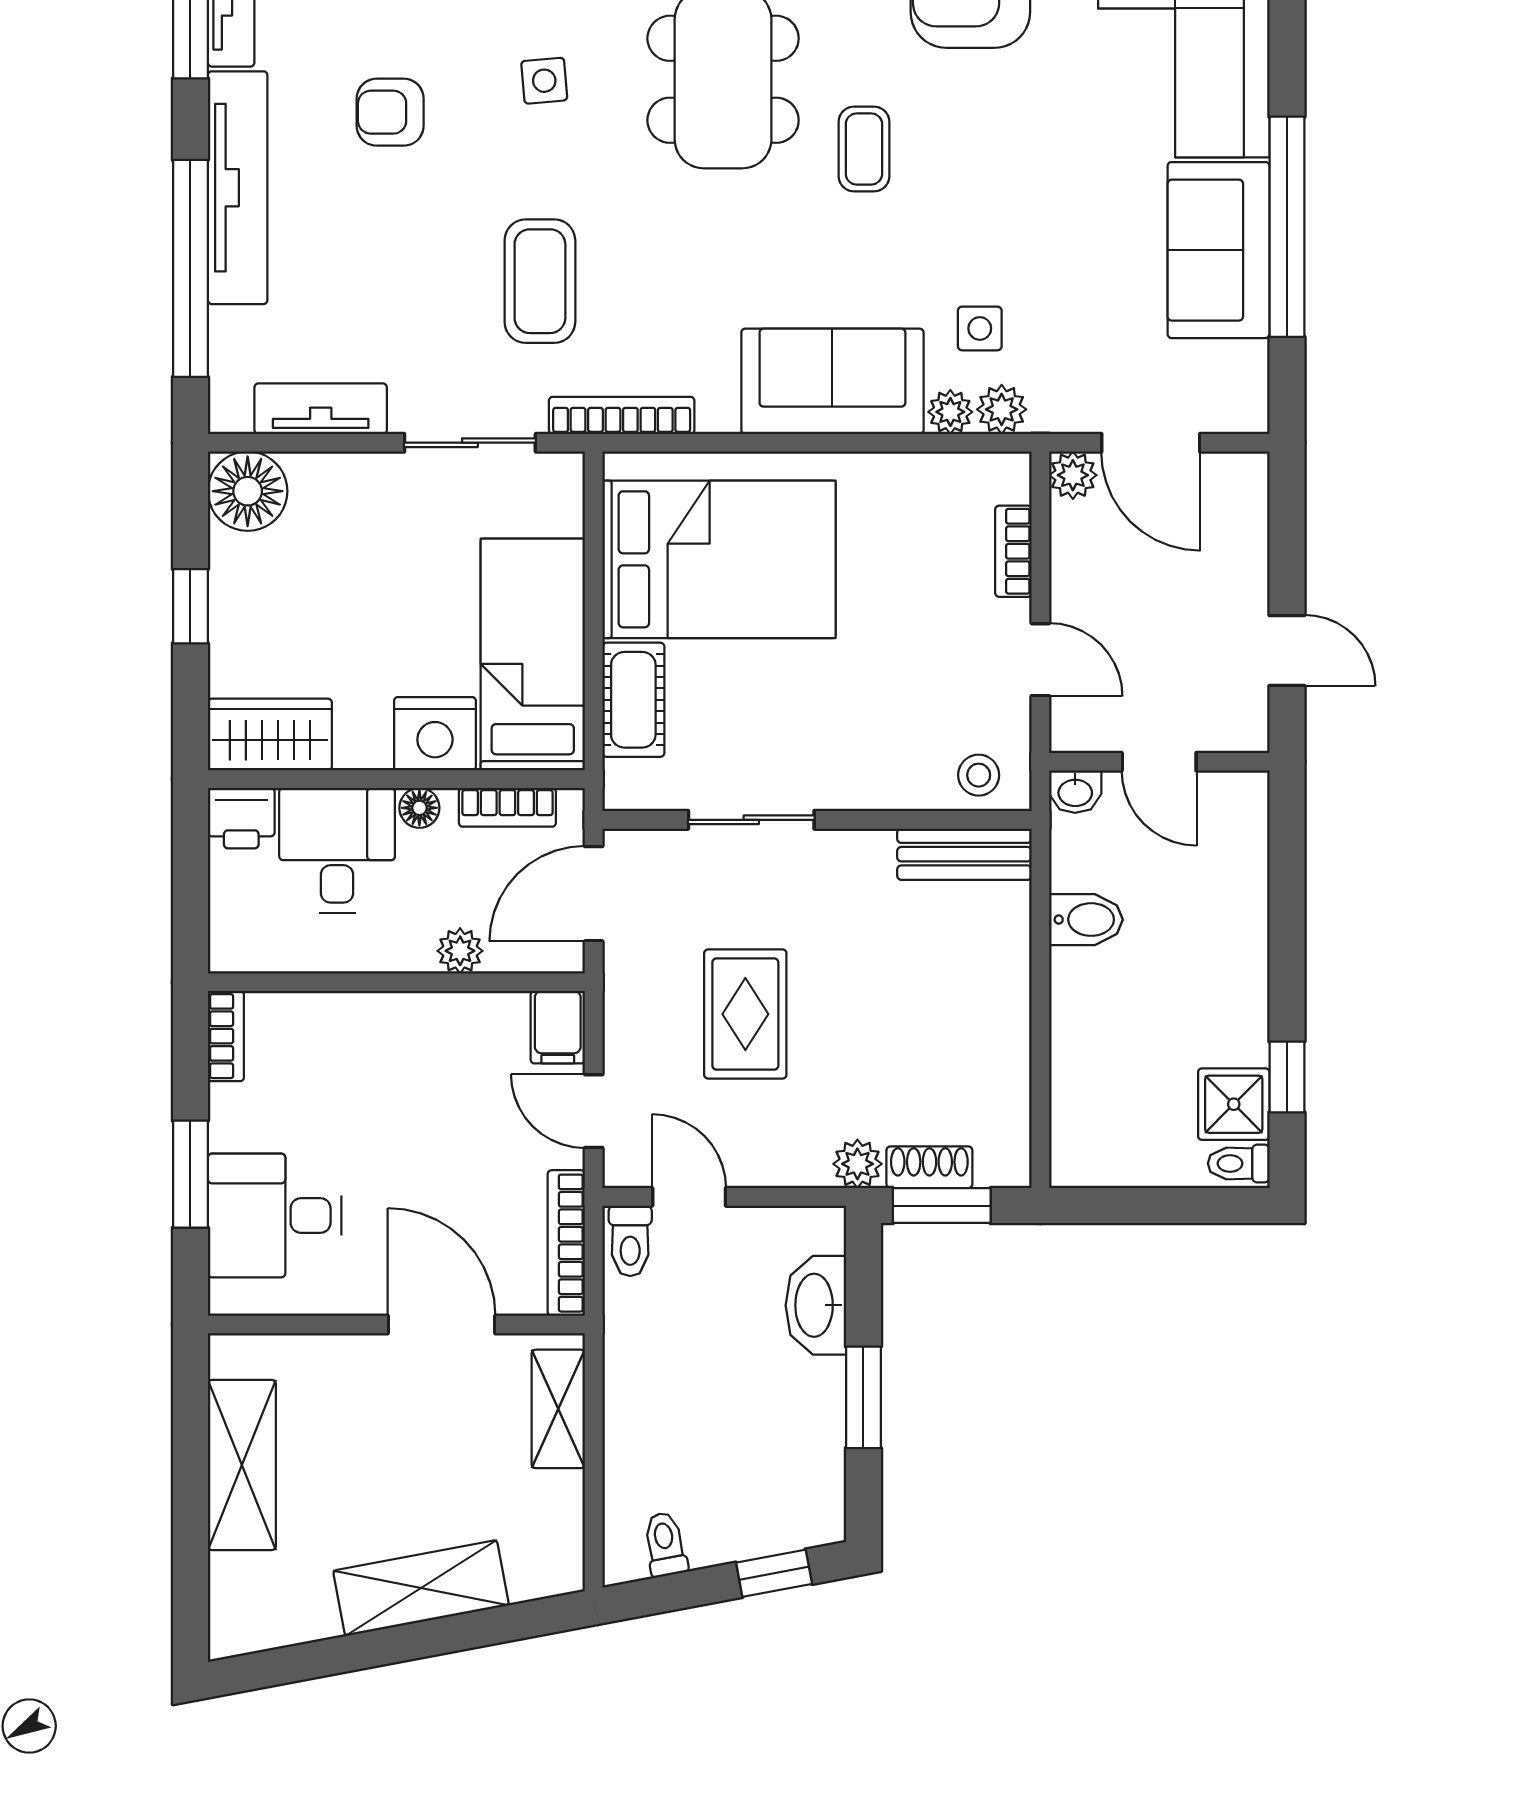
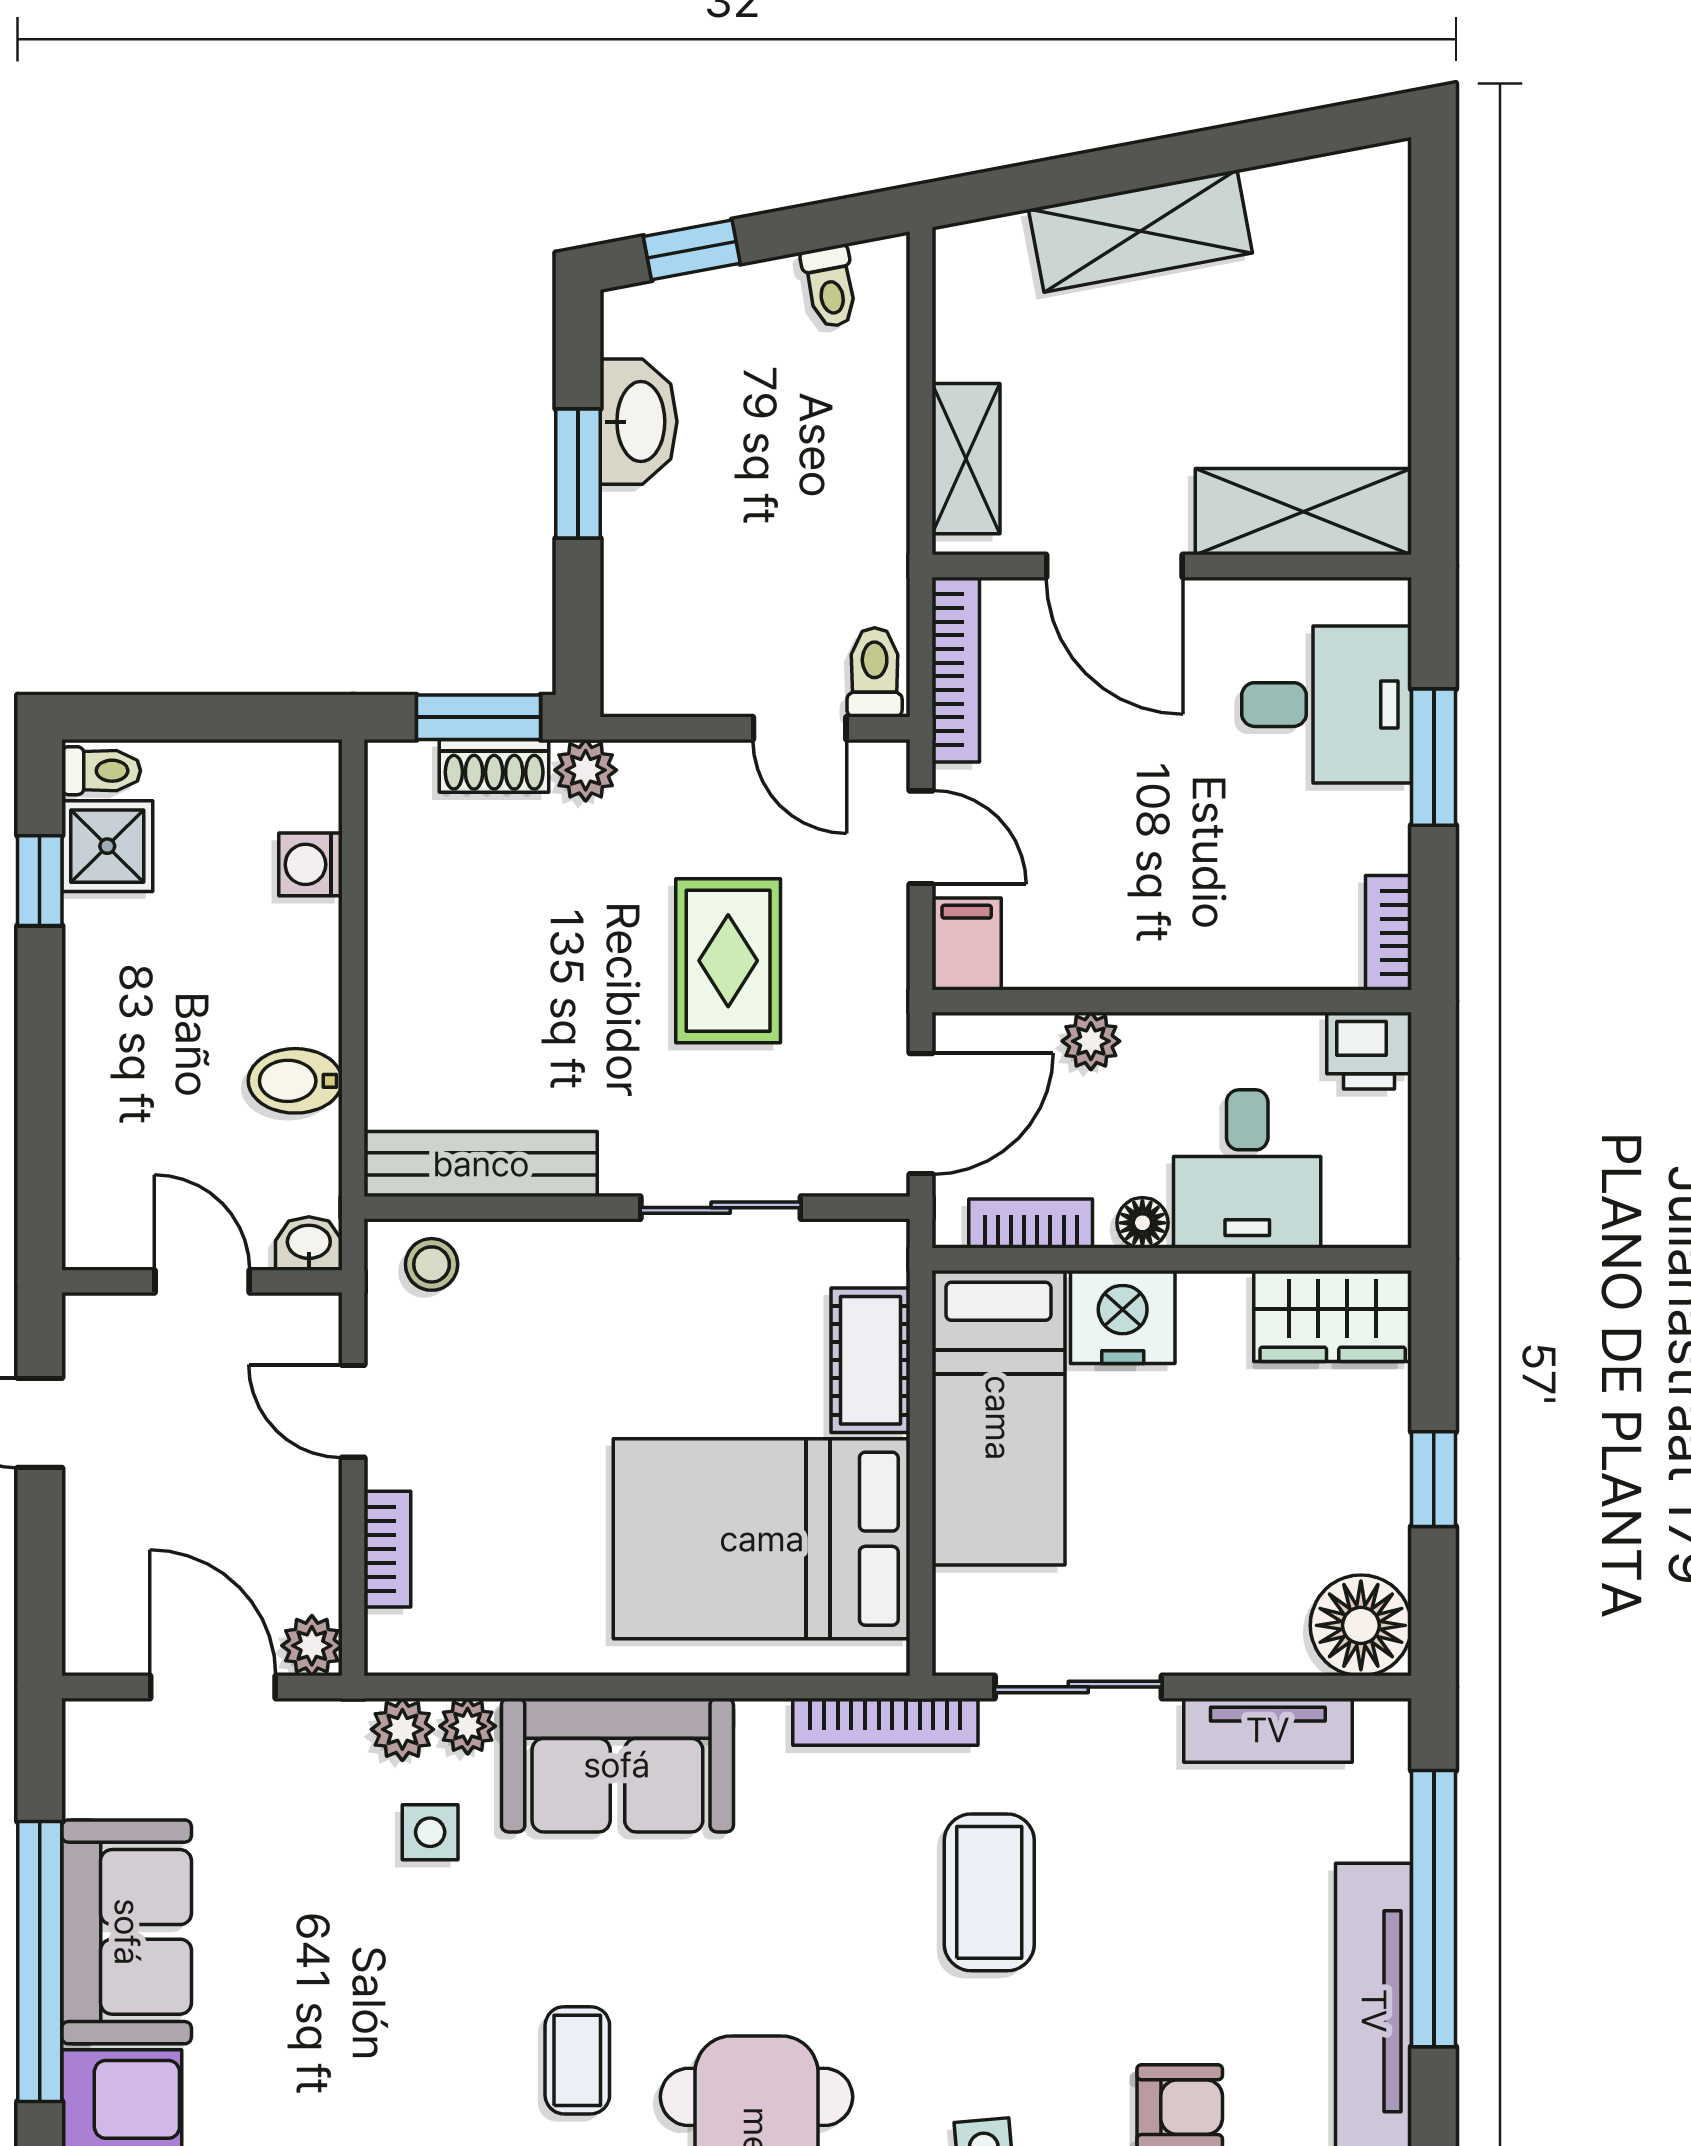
printer: (241, 818) -> (1369, 1051), moved, turned 180
bench: (964, 854) -> (481, 1164), width x1.36
washing machine: (1074, 1090) -> (311, 864), added
washbasin: (816, 1305) -> (639, 422), moved
shelving: (242, 1465) -> (1303, 512), moved, turned 90

